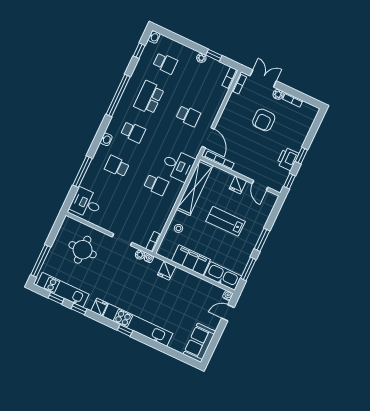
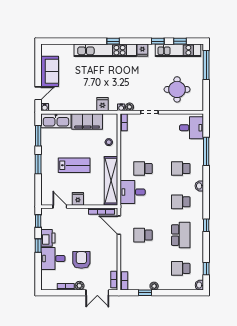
window: (118, 96) -> (206, 225), width x0.32
desk: (292, 135) -> (53, 258), added
school desk: (117, 166) -> (181, 168), turned 180
sofa: (199, 343) -> (50, 71), moved

